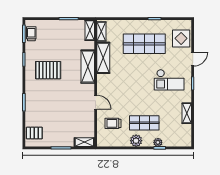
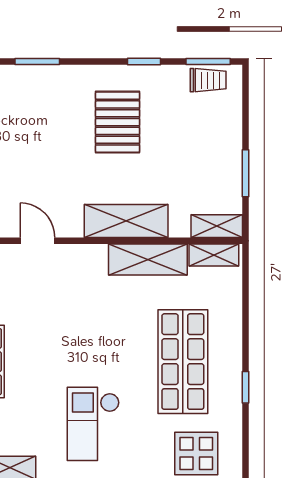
door: (96, 102) -> (38, 241), swing flipped

